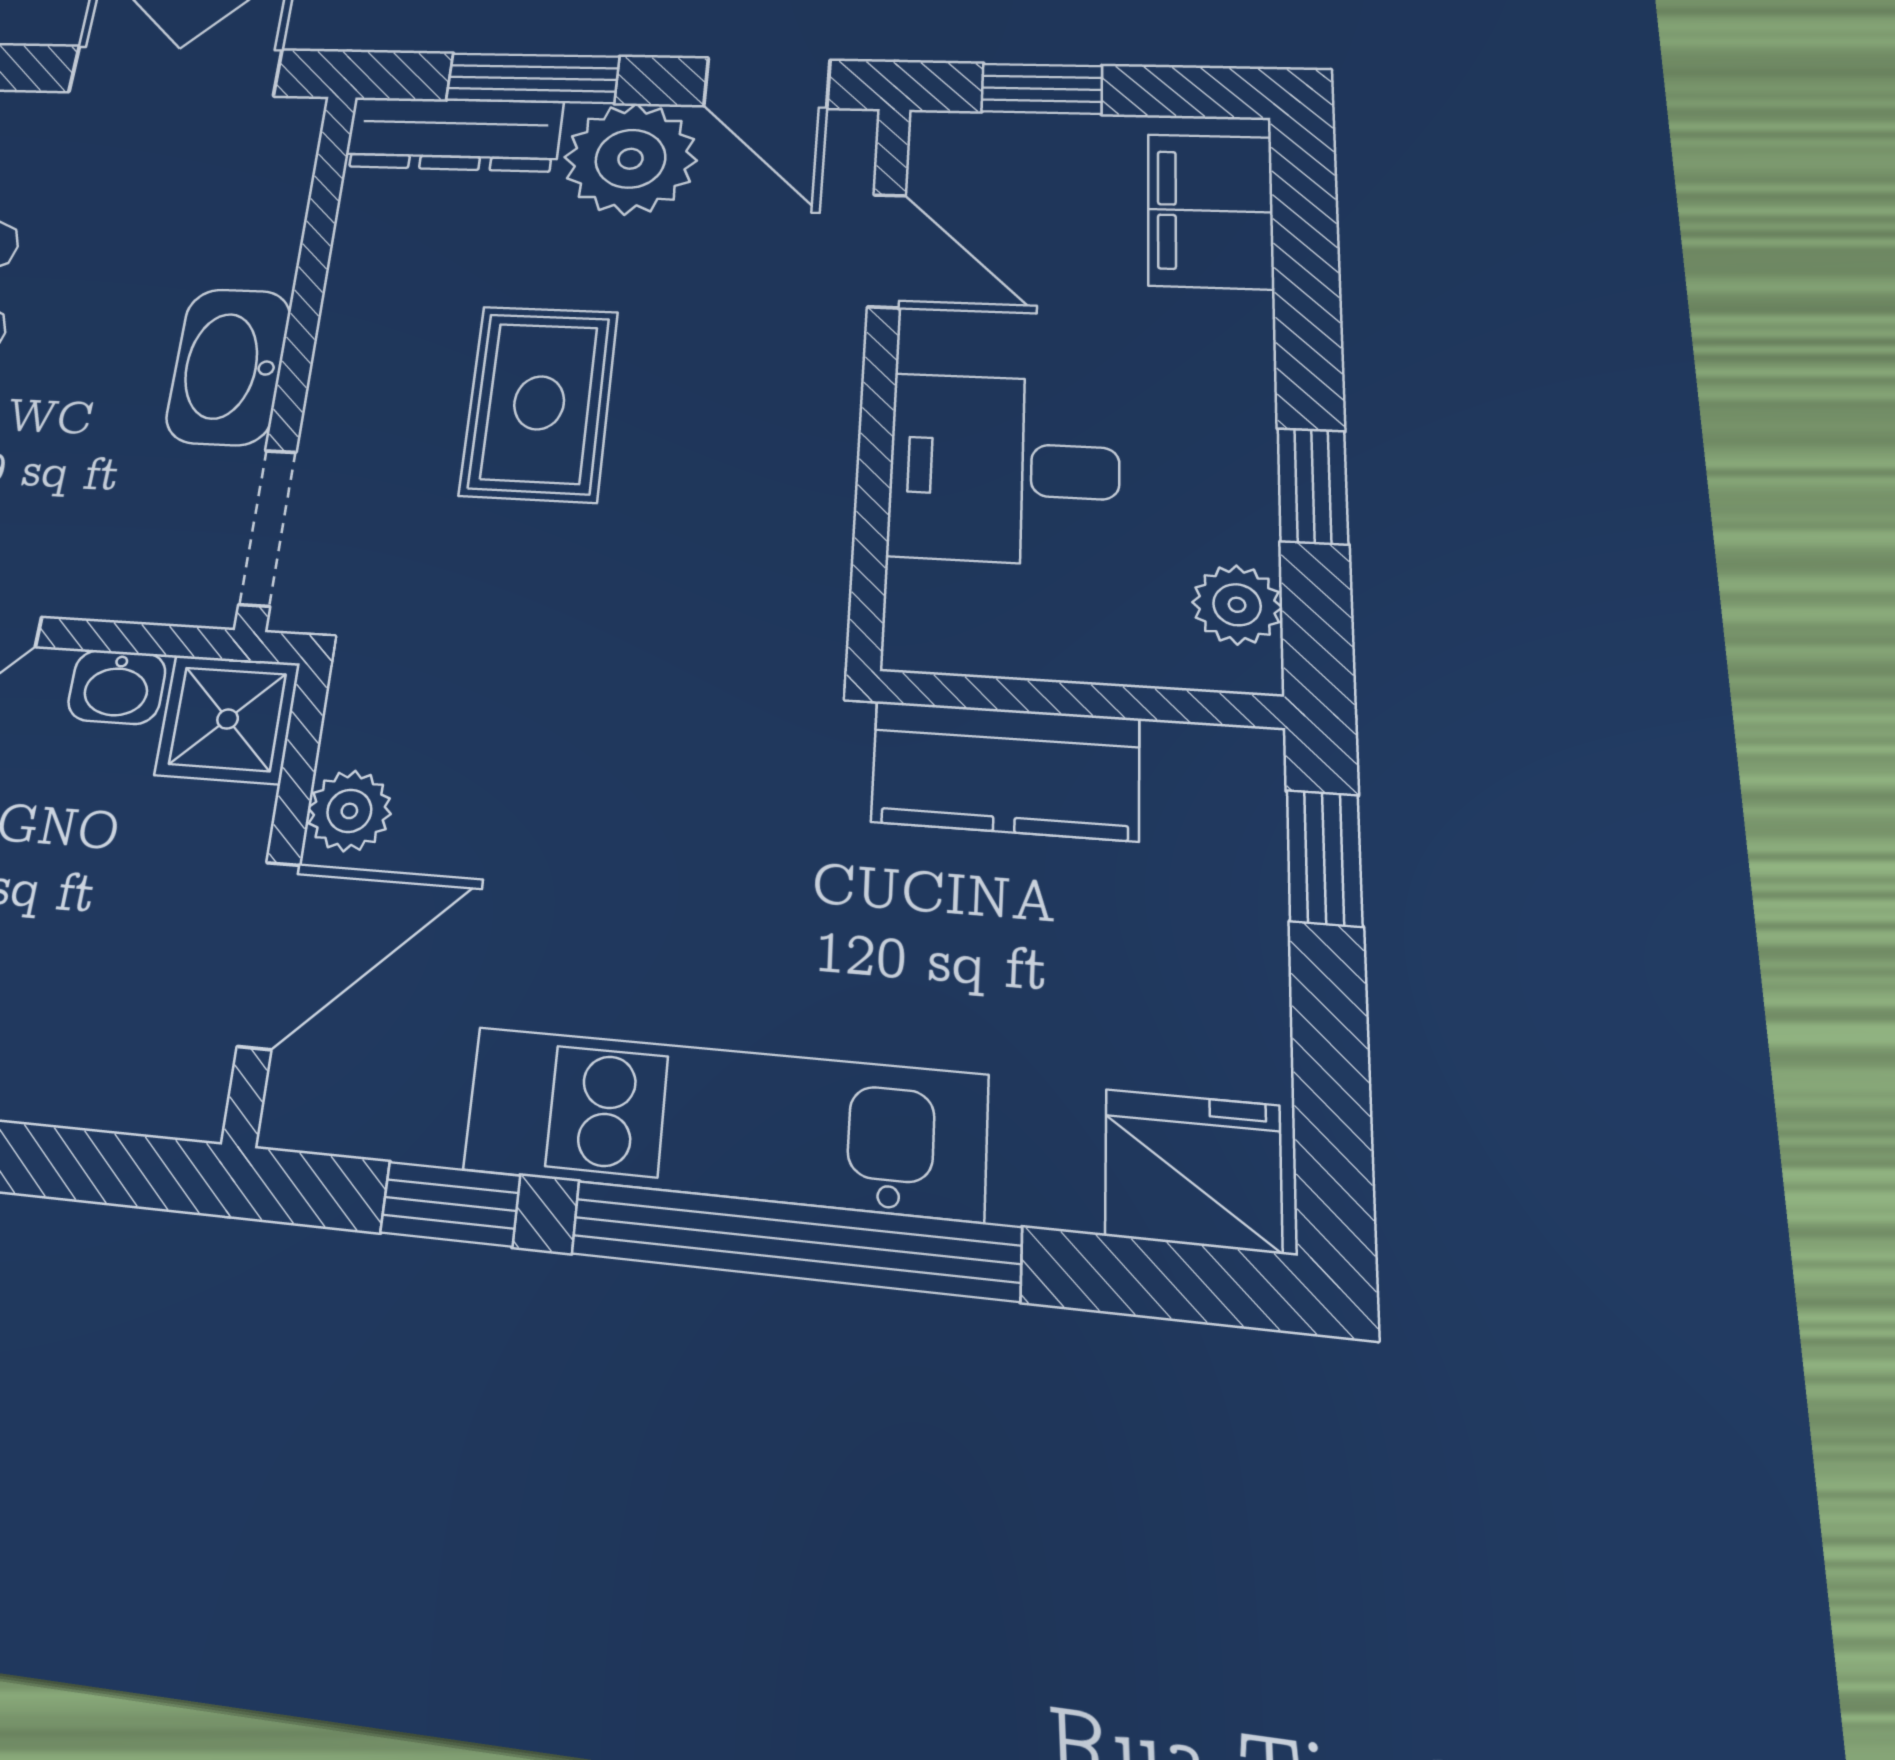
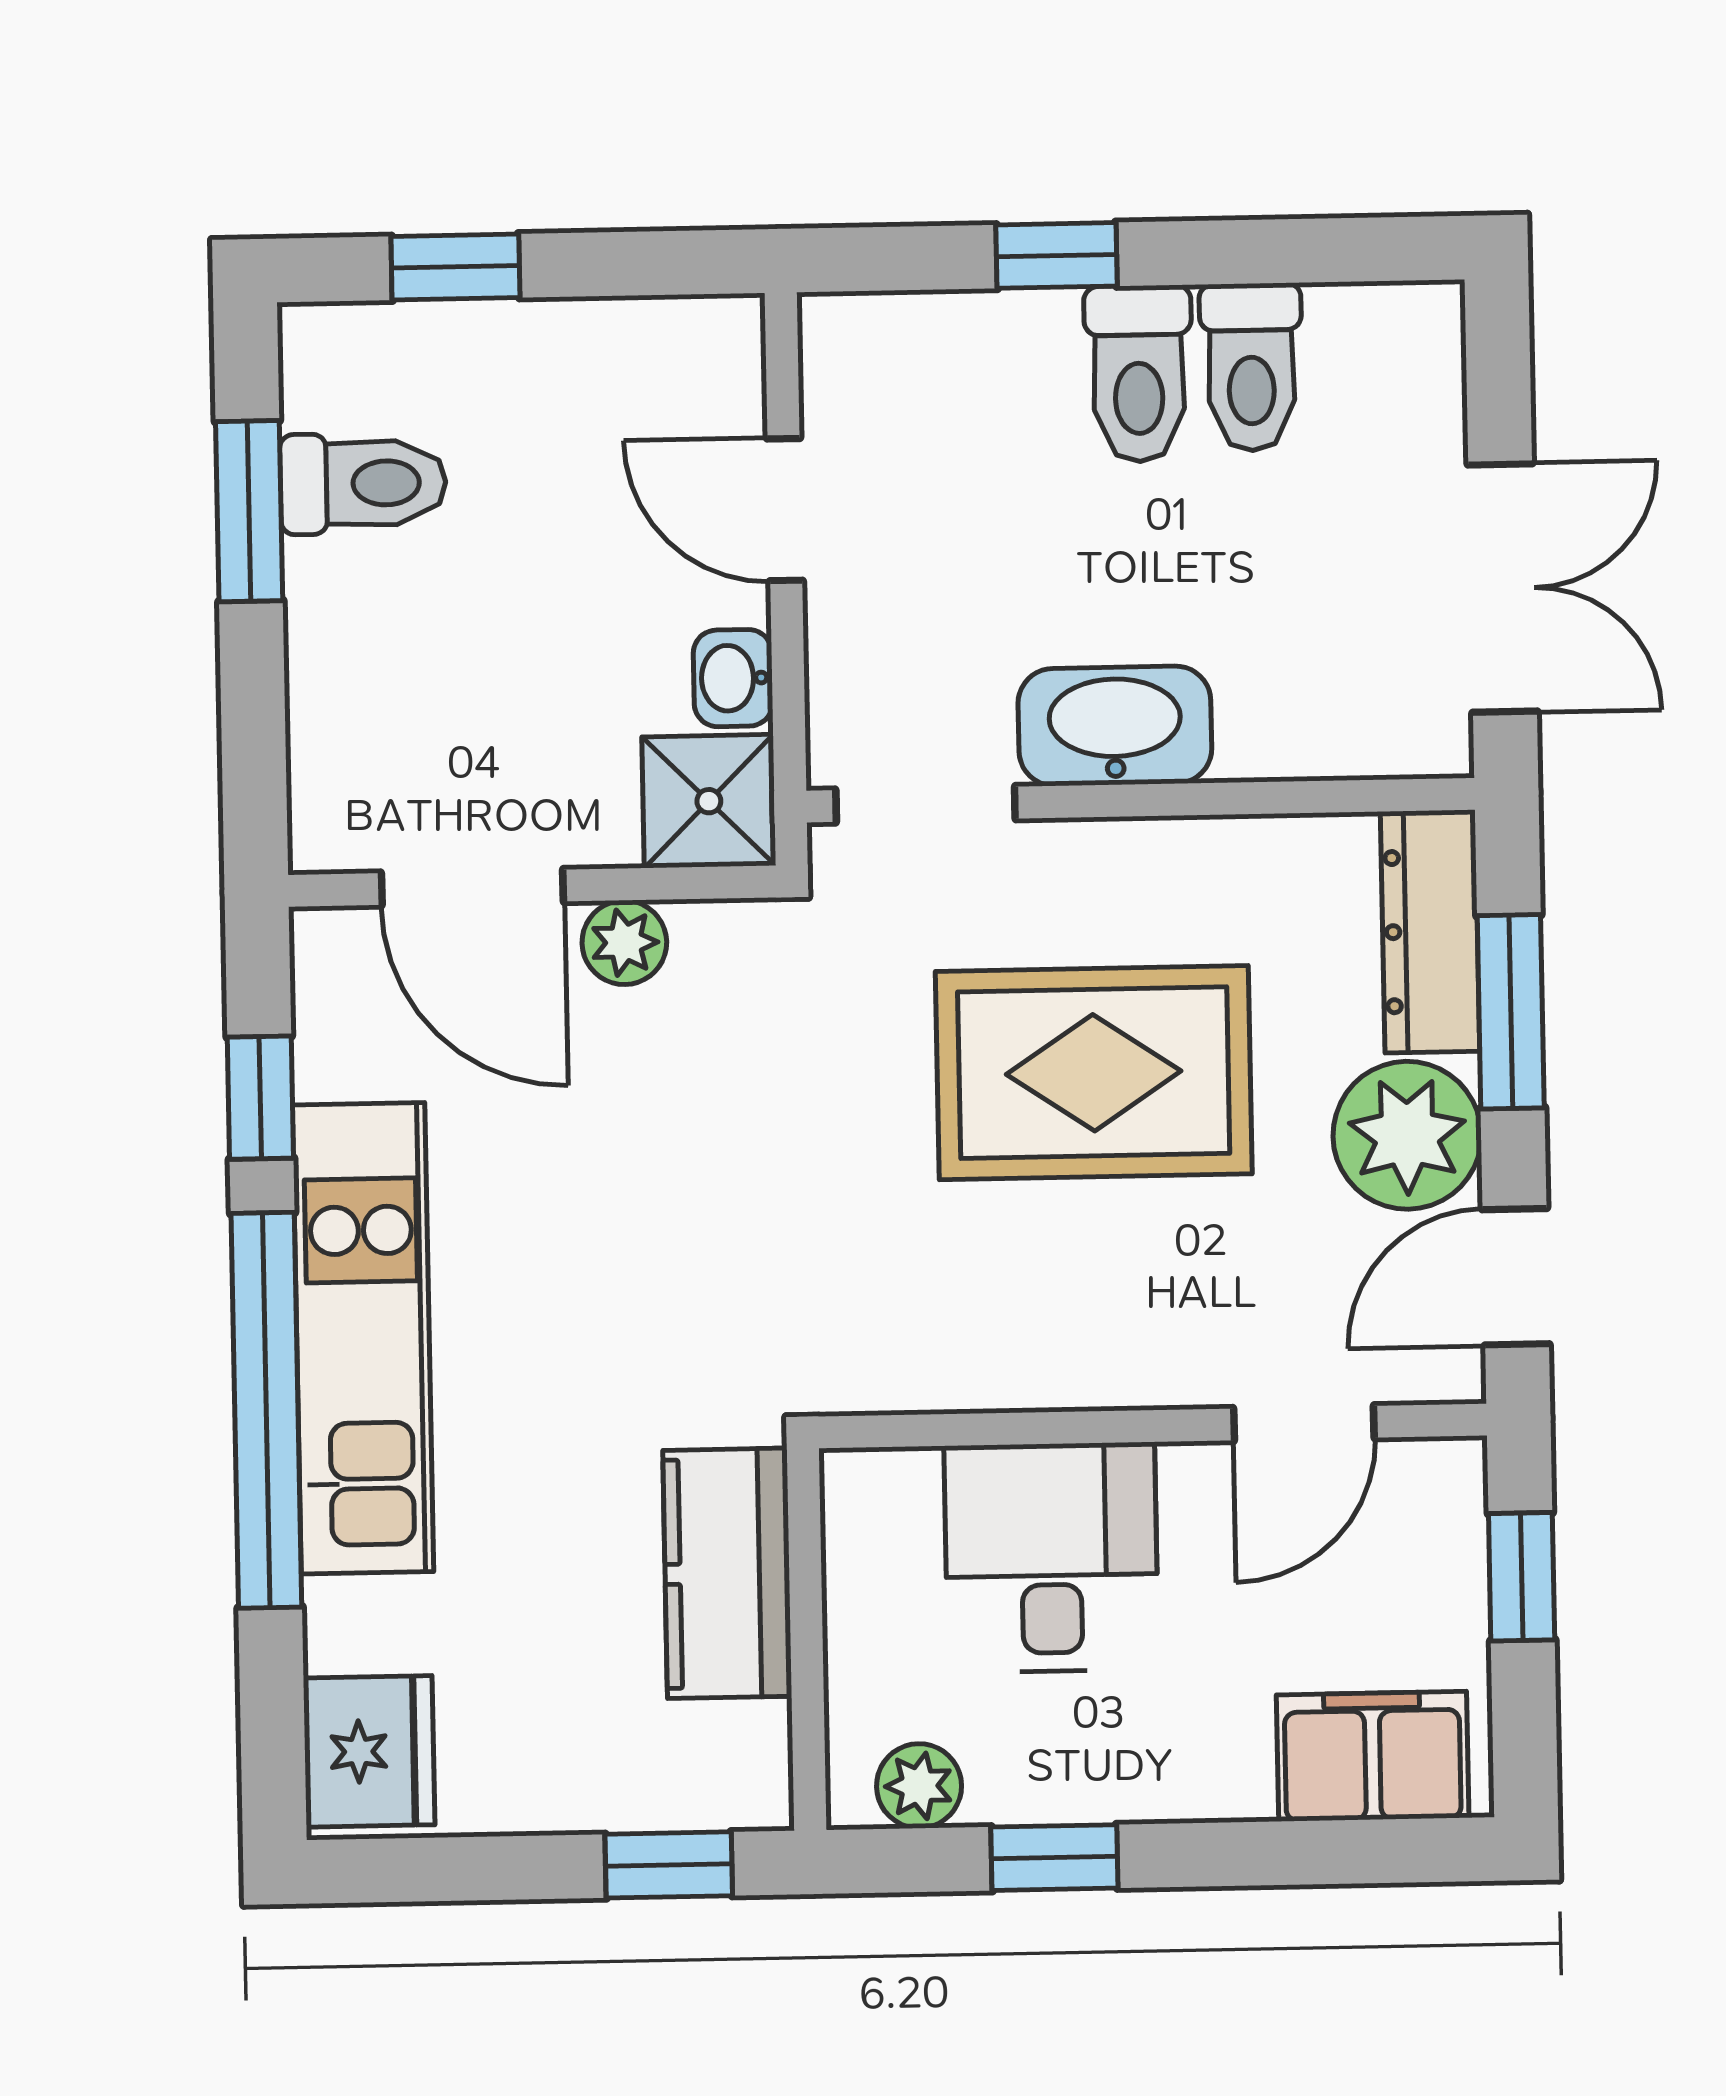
rug: (539, 403) -> (1094, 1073), width x1.36, depth x1.43

